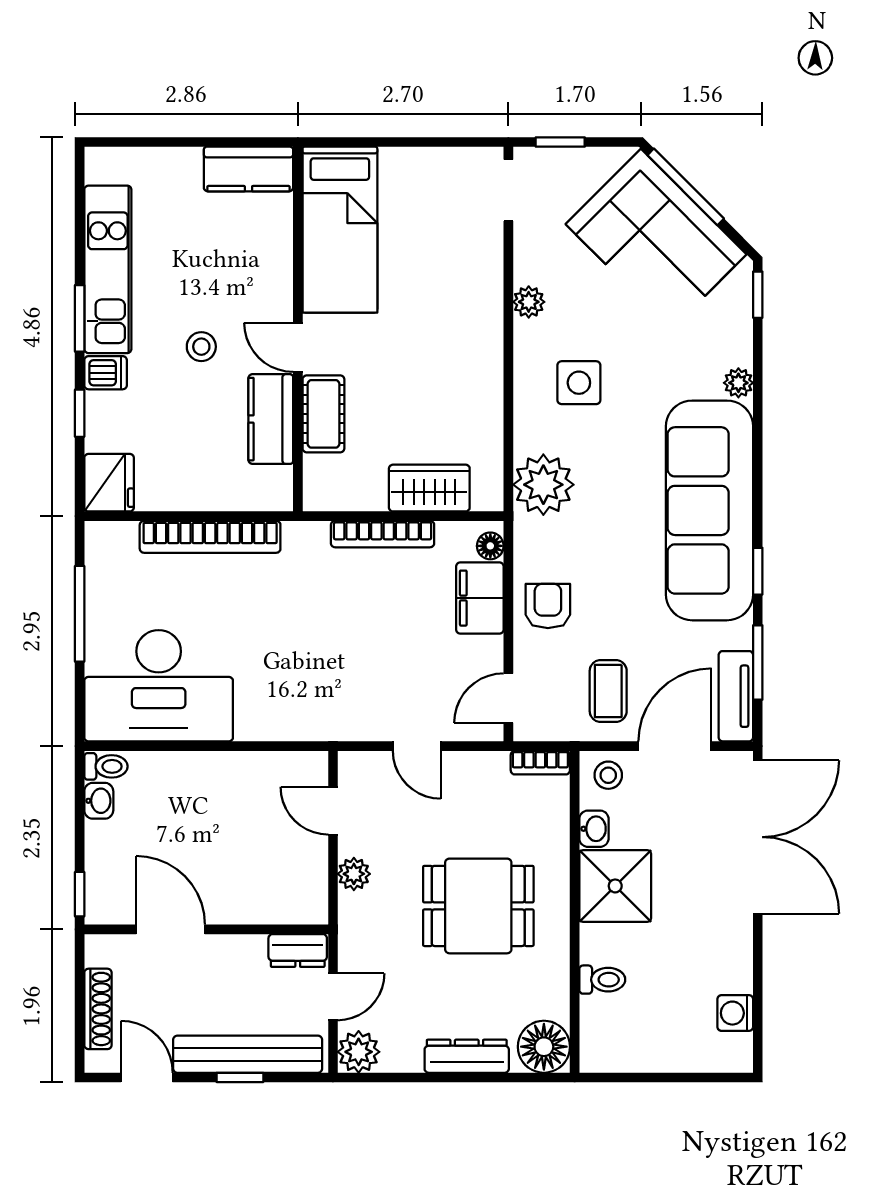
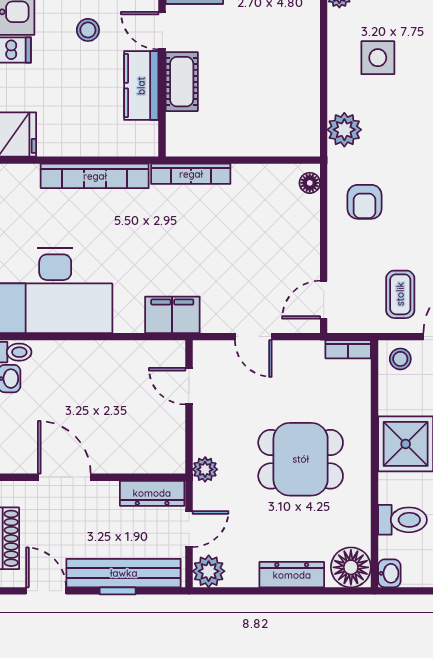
plant: (543, 485) -> (344, 130), width x0.73, depth x0.73
wardrobe: (429, 488) -> (263, 139), removed
bookcase: (383, 534) -> (191, 174), moved
filing cabinet: (480, 598) -> (172, 315), moved, turned 90
armchair: (548, 606) -> (364, 202), moved, turned 180
washbasin: (594, 829) -> (389, 573), moved
plant: (354, 874) -> (205, 469), moved
dresser: (298, 950) -> (152, 493), width x1.44
toilet: (602, 980) -> (402, 520), width x1.37, depth x1.39

